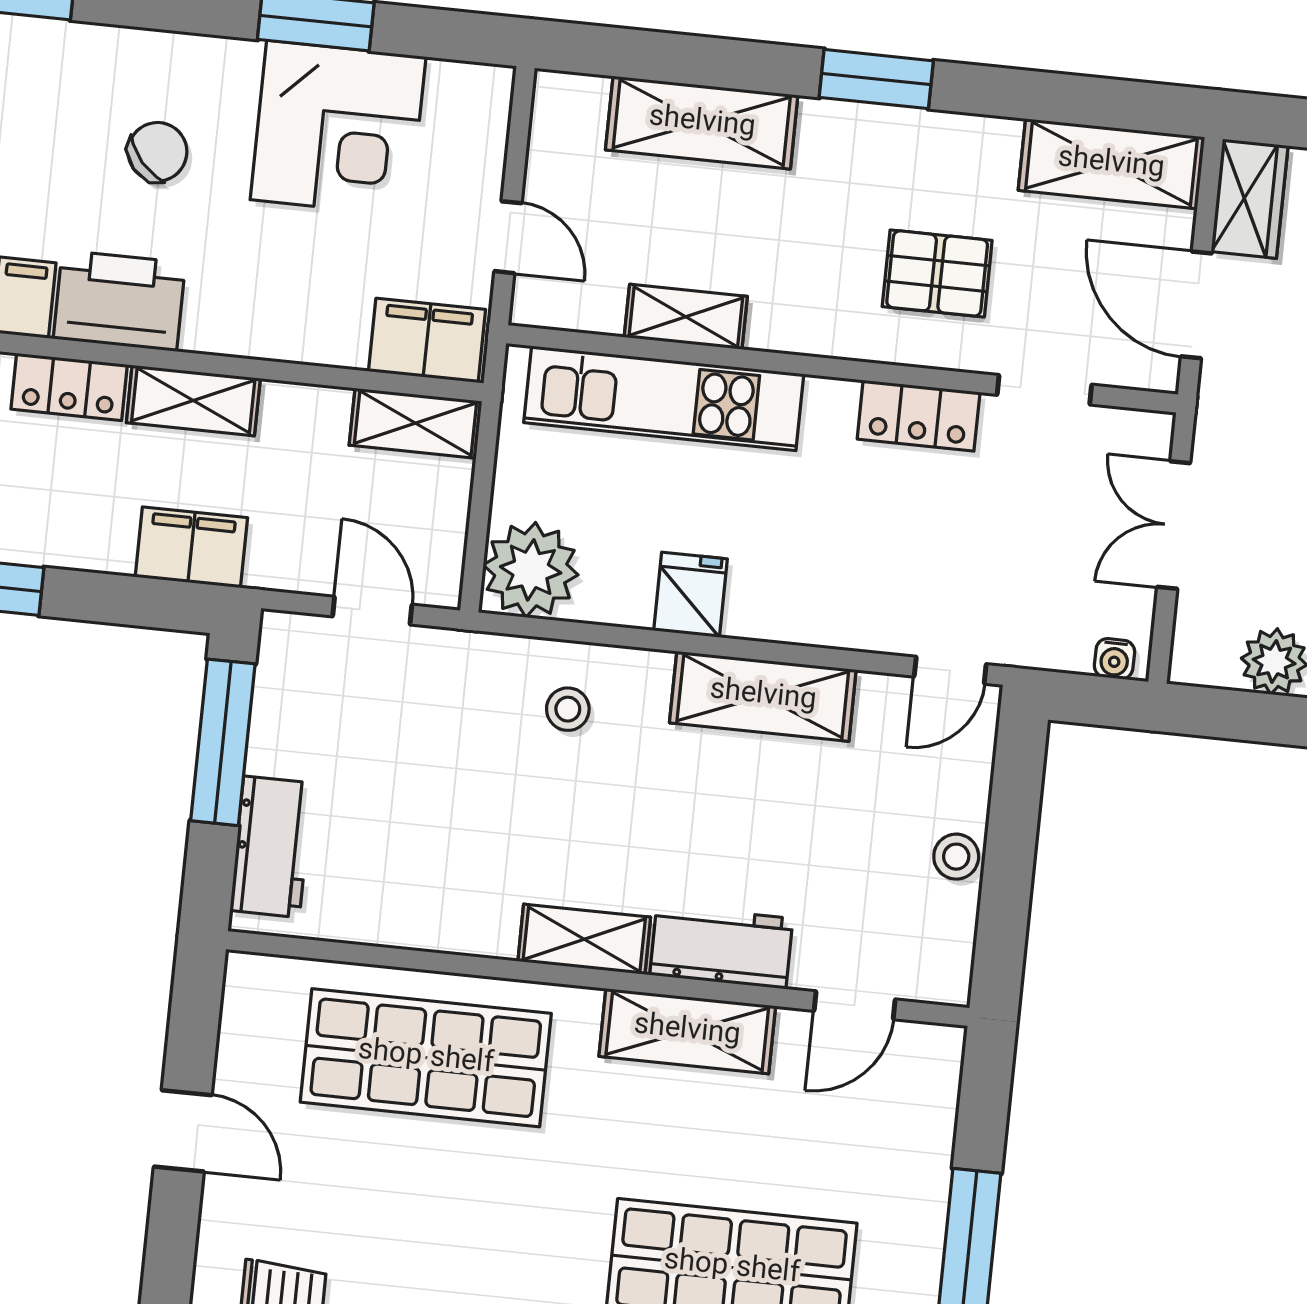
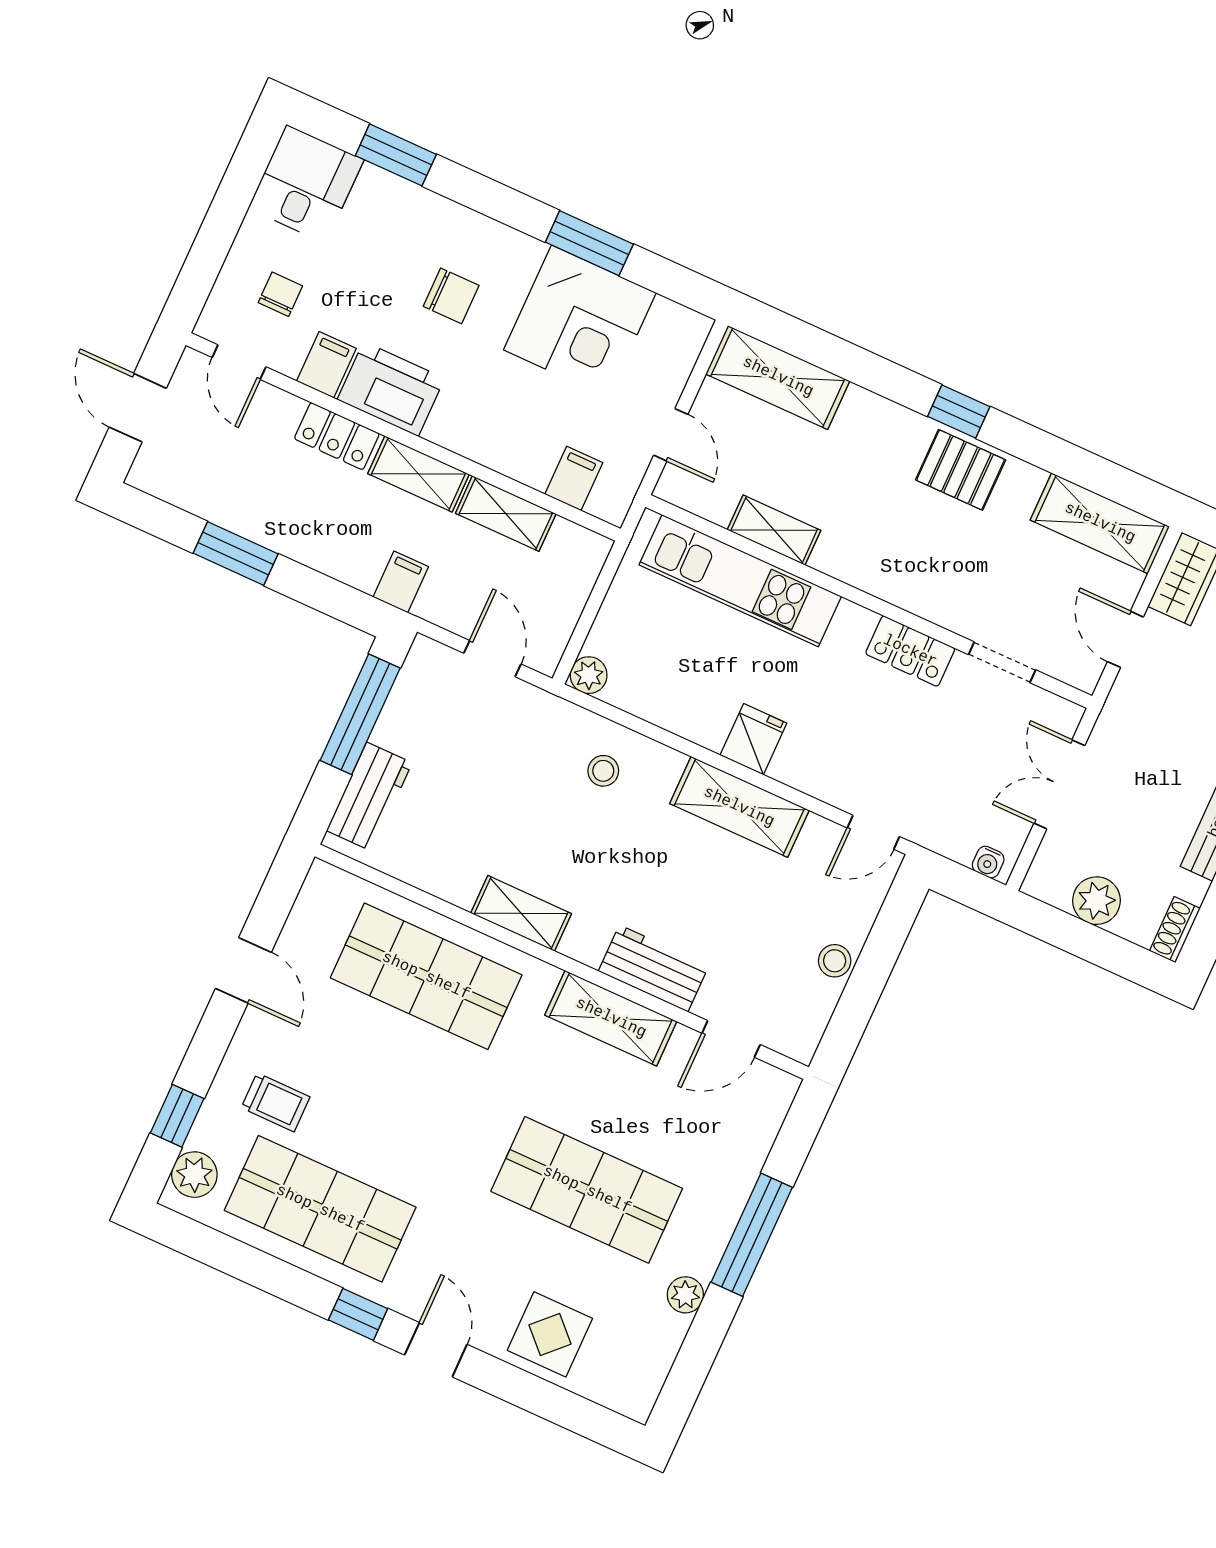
window: (876, 79) -> (959, 411), width x0.67
shelving: (702, 123) -> (778, 377), moved
chair: (157, 152) -> (451, 296), turned 41
pallet: (937, 273) -> (961, 470), moved
door: (1196, 305) -> (1125, 639), width x0.73
filing cabinet: (427, 340) -> (574, 478), width x0.50
shelving: (416, 423) -> (506, 514), moved
filing cabinet: (191, 547) -> (401, 582), width x0.50
plant: (531, 570) -> (589, 675), width x0.53, depth x0.53
fridge: (691, 595) -> (753, 739), moved
shelving: (584, 939) -> (521, 913), moved

